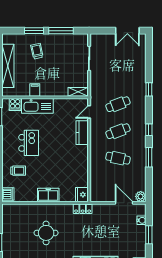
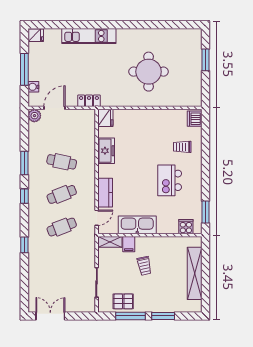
pallet: (67, 43) -> (123, 301), added
trolley: (37, 51) -> (144, 266), moved
filing cabinet: (35, 90) -> (129, 244), moved
kitchen sink: (37, 106) -> (137, 225), moved
freezer: (48, 195) -> (106, 151), moved, turned -90
door: (124, 203) -> (54, 108), swing flipped
locker: (83, 209) -> (89, 101), moved
round table: (46, 233) -> (149, 72), width x1.36, depth x1.36
window: (149, 235) -> (24, 69), width x1.44

